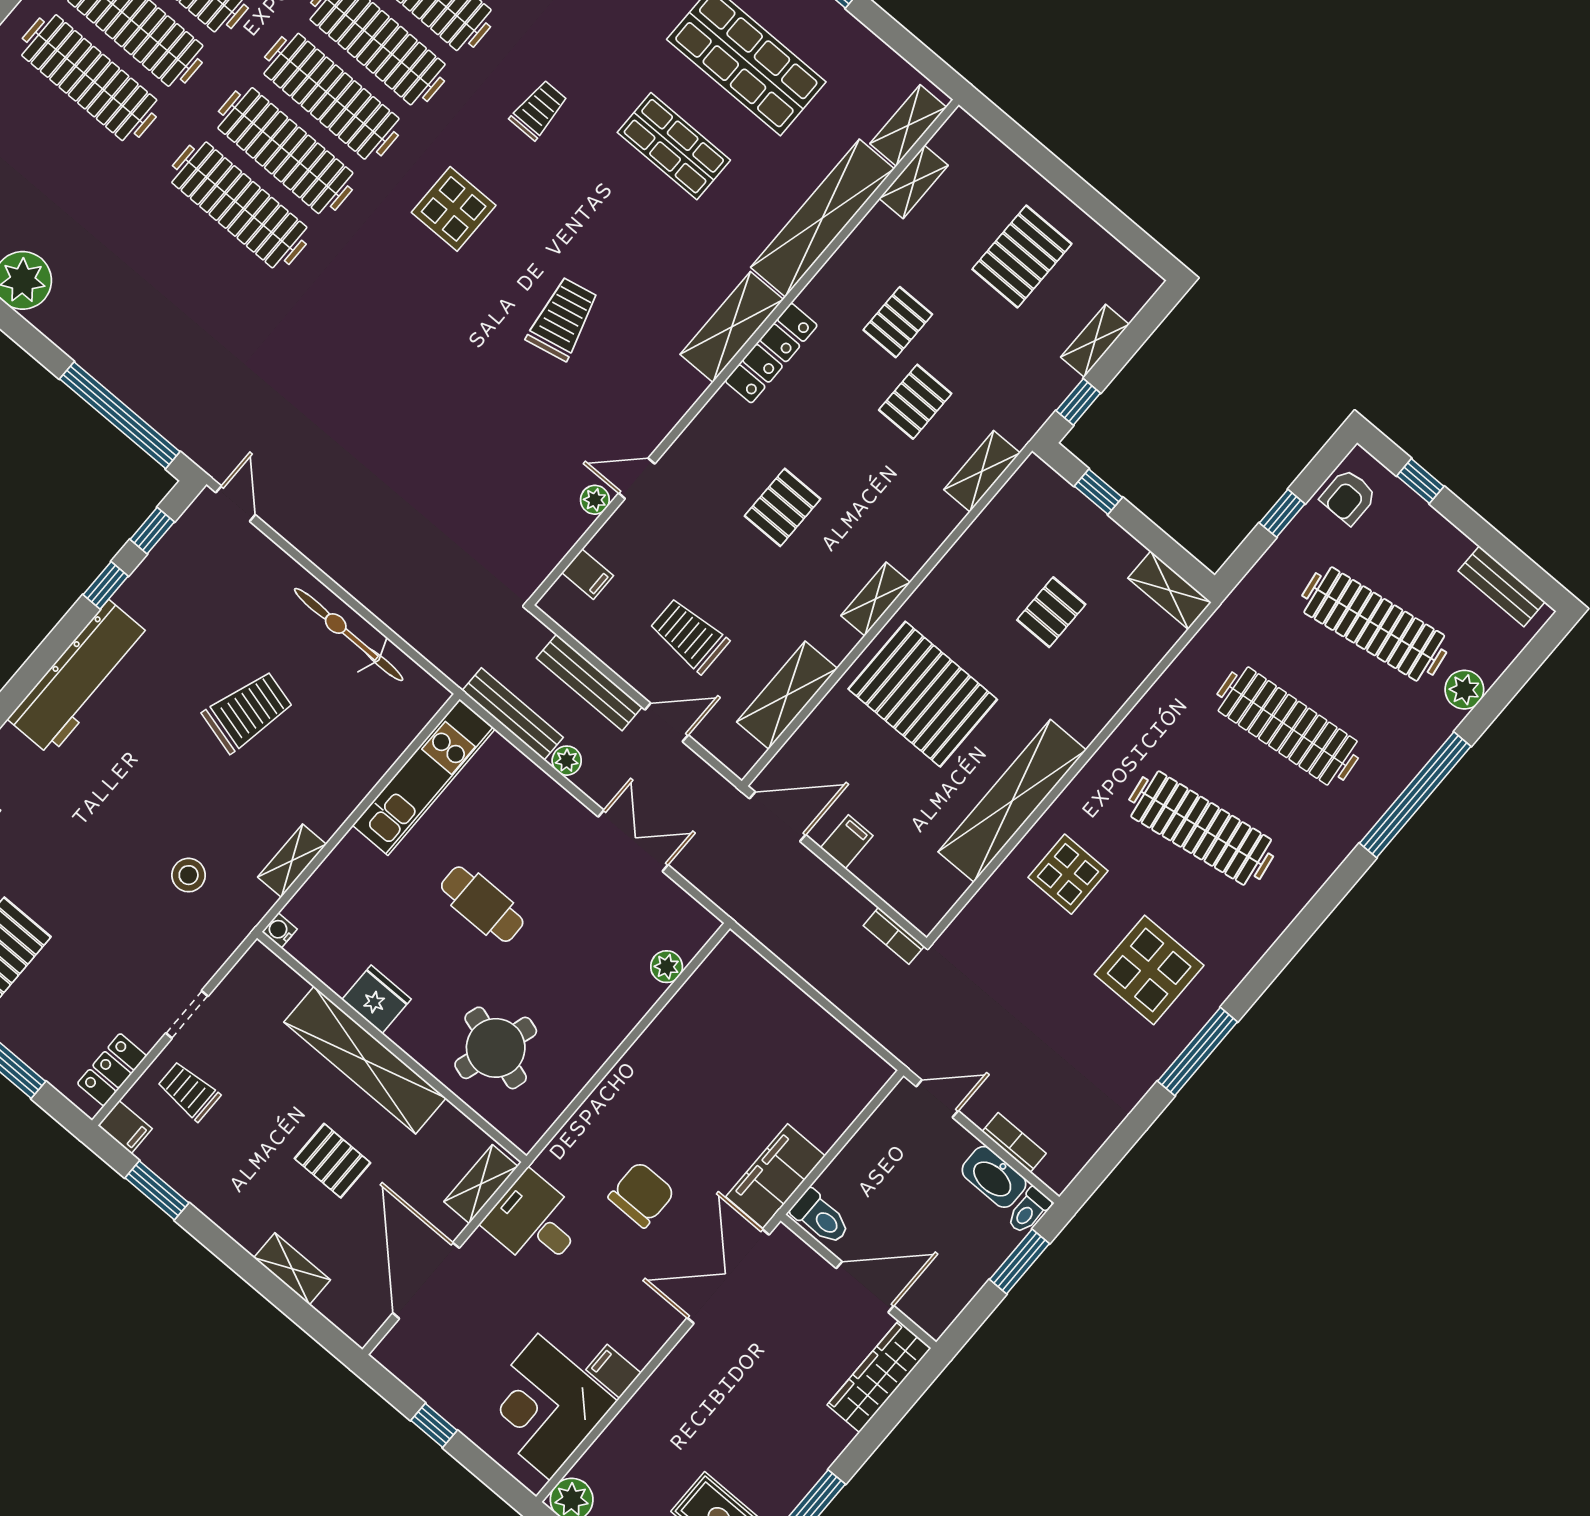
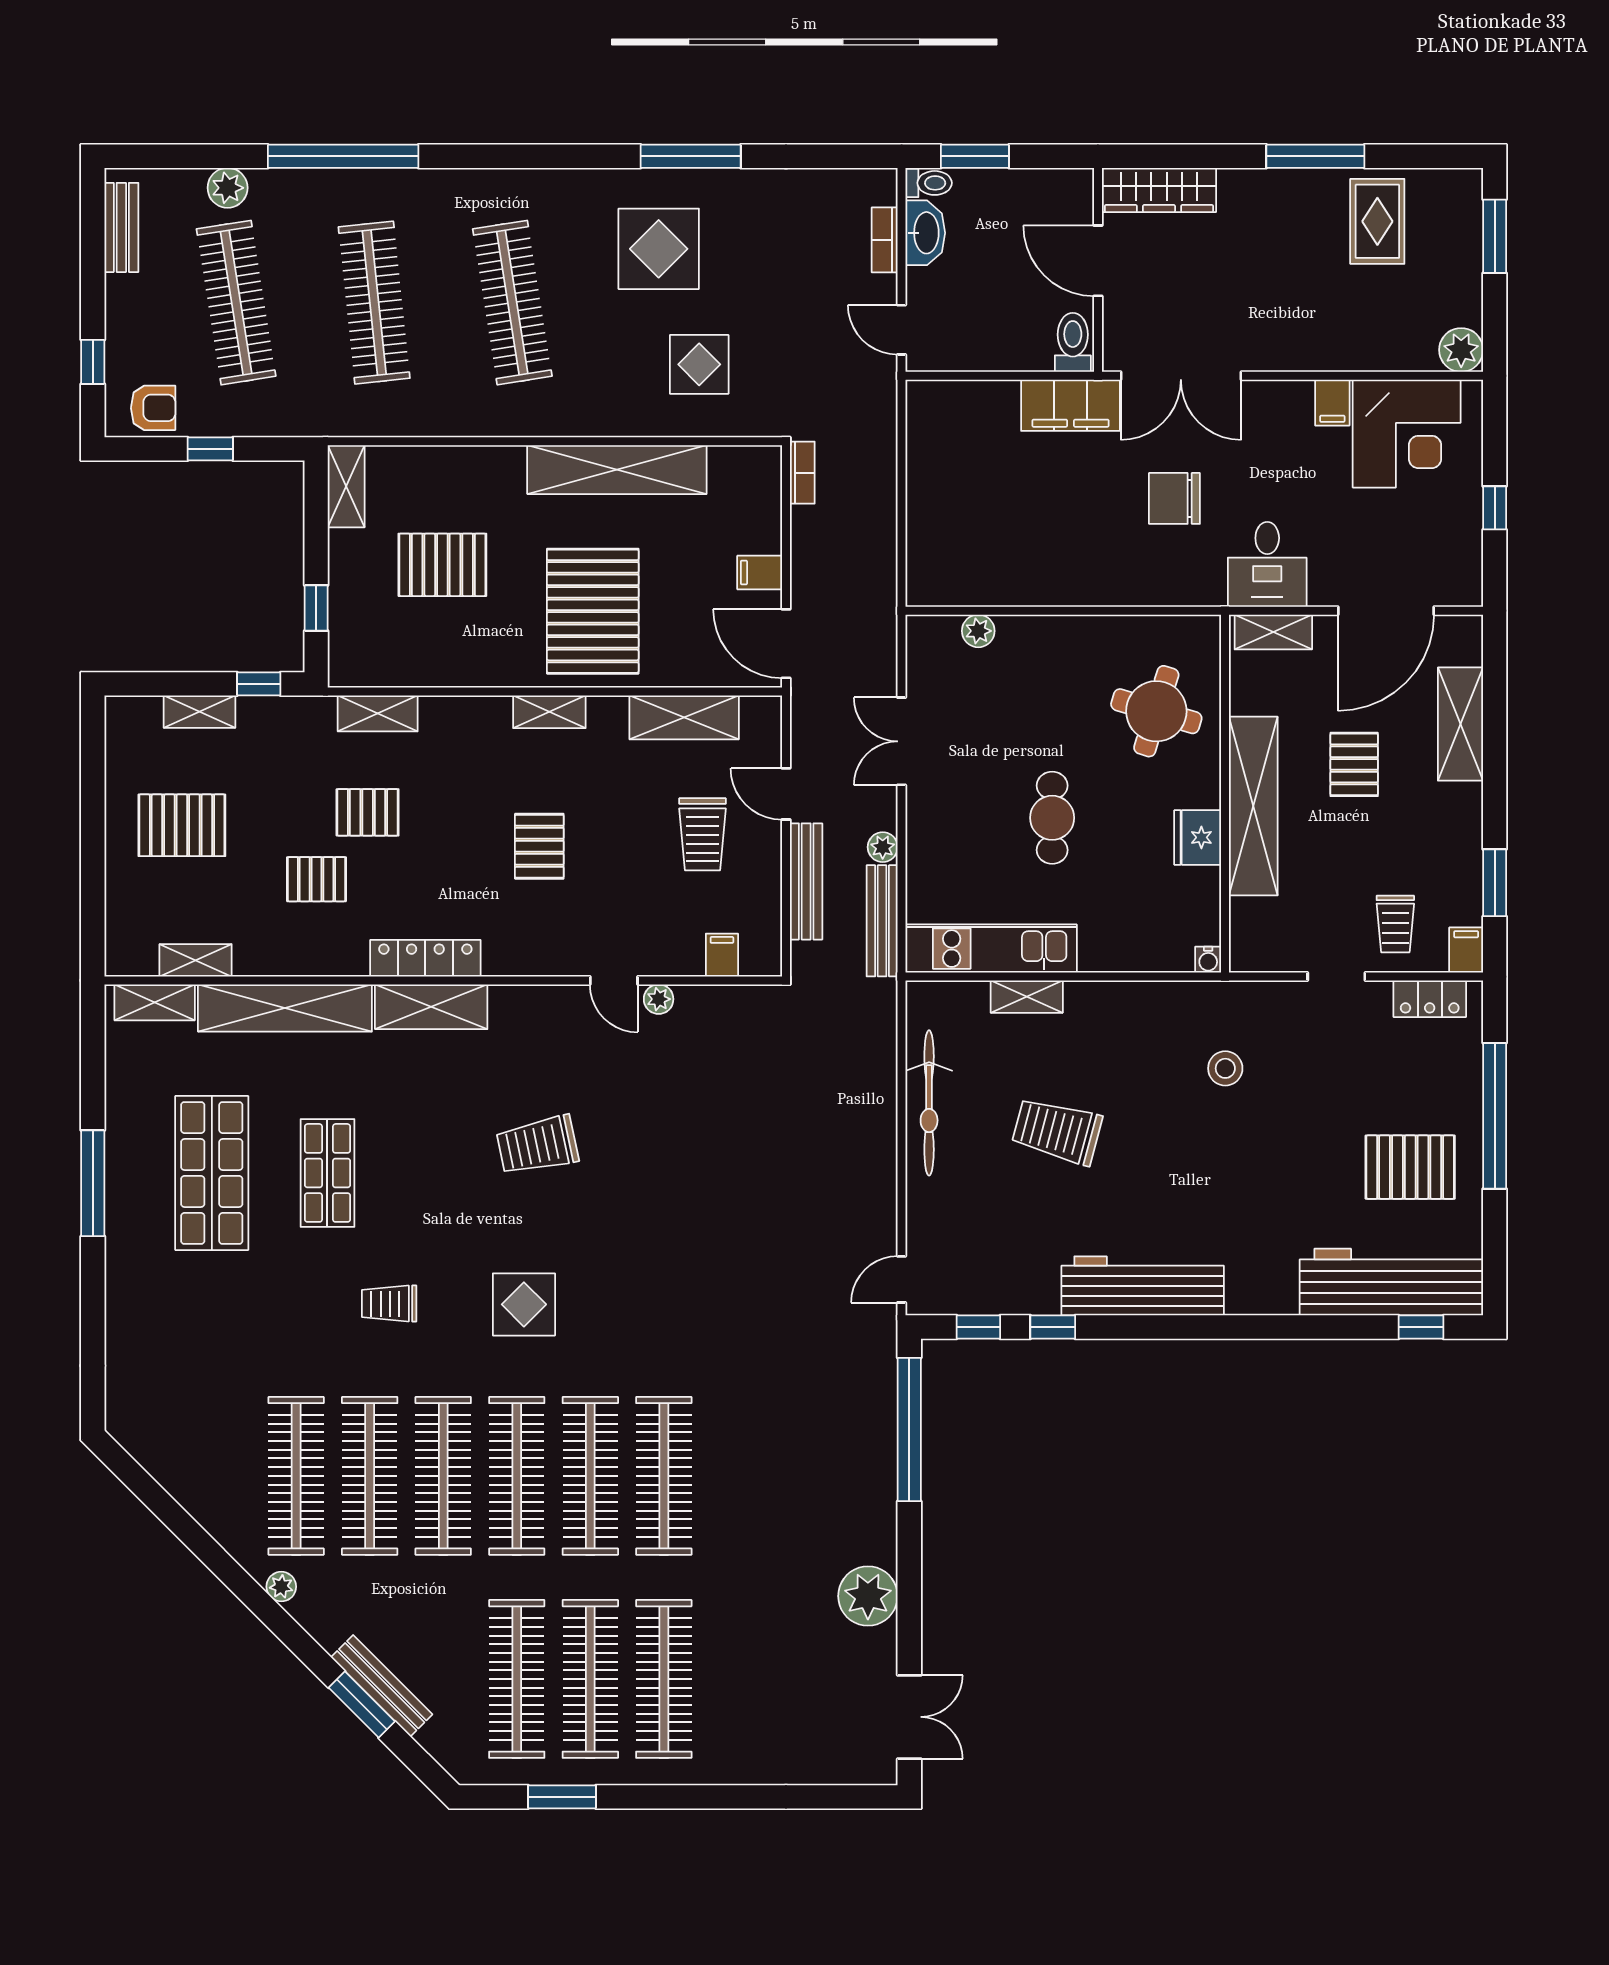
pallet: (783, 507) -> (539, 846), turned 90
pallet: (1051, 612) -> (442, 565), width x1.50, depth x1.42
shelving: (292, 861) -> (1027, 997), moved
display table: (1068, 874) -> (699, 364), moved
shelving: (292, 1269) -> (1460, 724), width x1.50, depth x1.33

